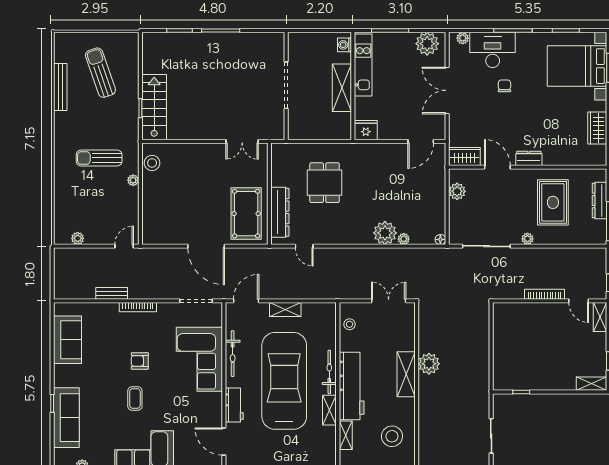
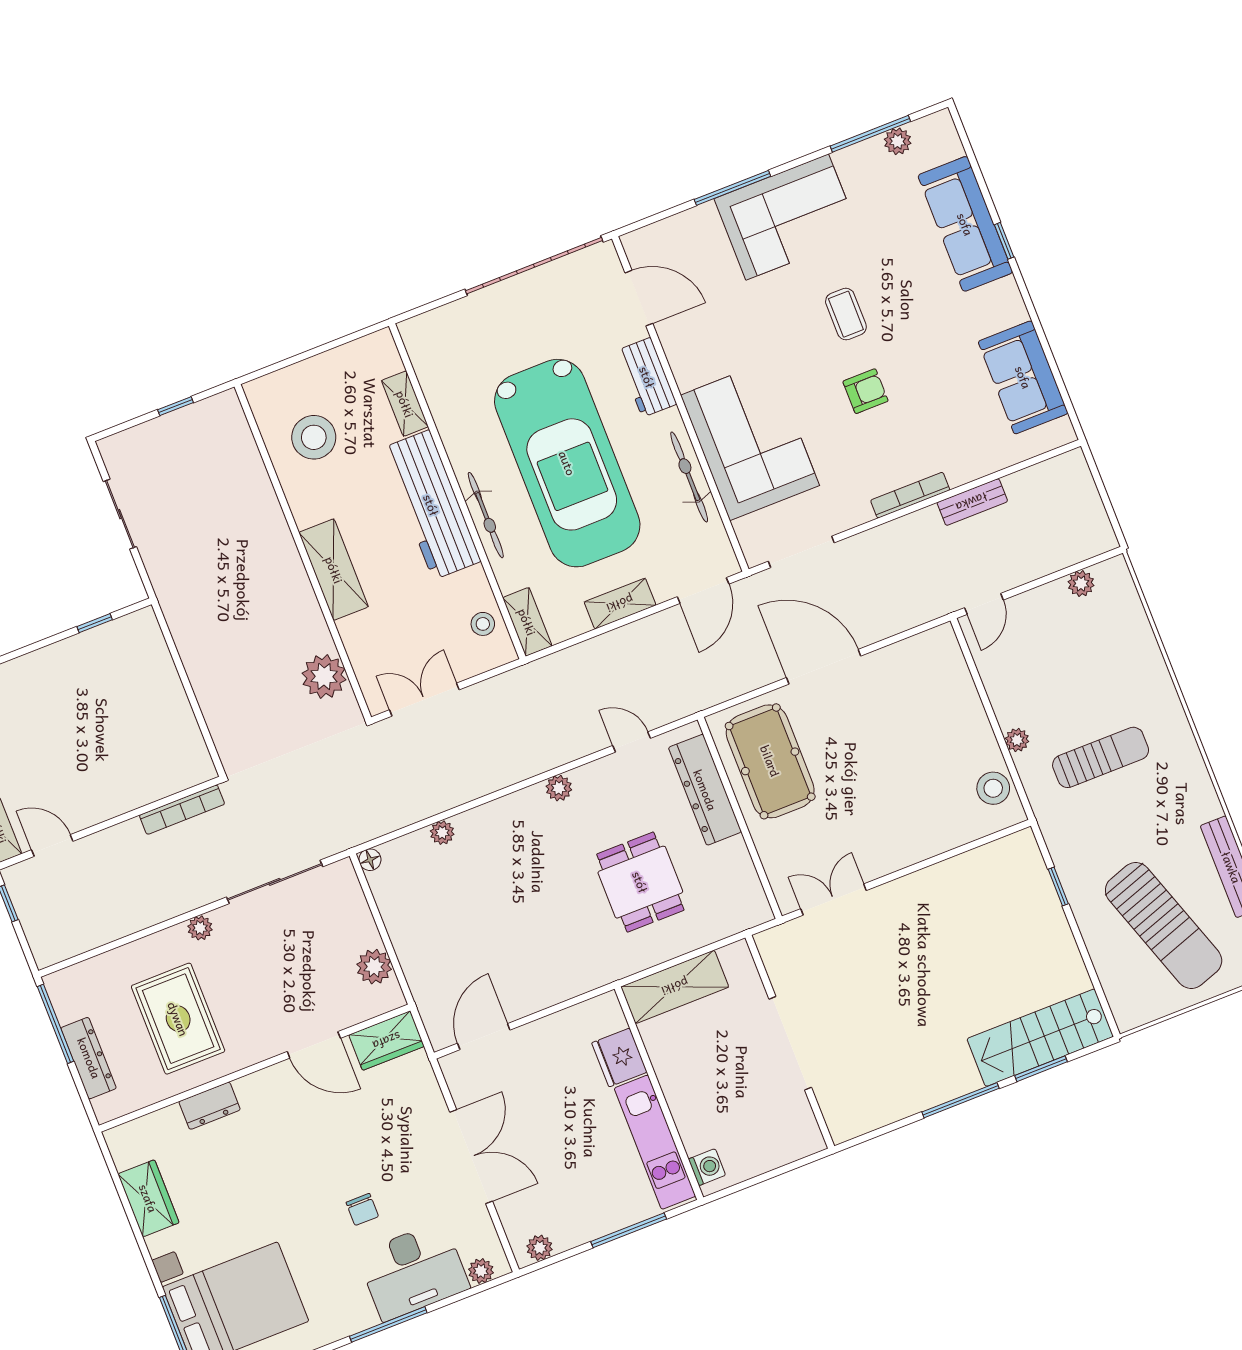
plant: (427, 44) -> (540, 1248), width x0.53, depth x0.53
sun lounger: (100, 73) -> (1164, 925), width x1.36, depth x1.34
shelving: (342, 88) -> (675, 987), moved, turned 90
stairs: (154, 107) -> (1040, 1038), moved, turned 90
fridge: (366, 130) -> (619, 1057), moved, turned 90
dresser: (529, 158) -> (210, 1106), moved
plant: (385, 233) -> (559, 788), moved, width x0.53, depth x0.53
bookcase: (545, 294) -> (182, 810), moved
double door: (389, 301) -> (424, 700), swing flipped
plant: (429, 364) -> (324, 676), moved
shelving: (329, 410) -> (527, 622), moved

